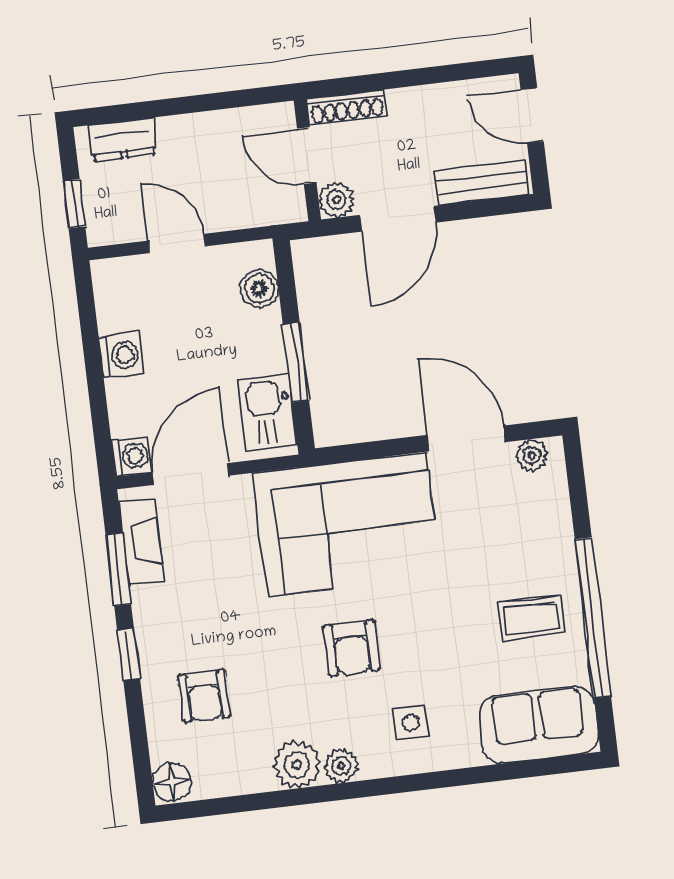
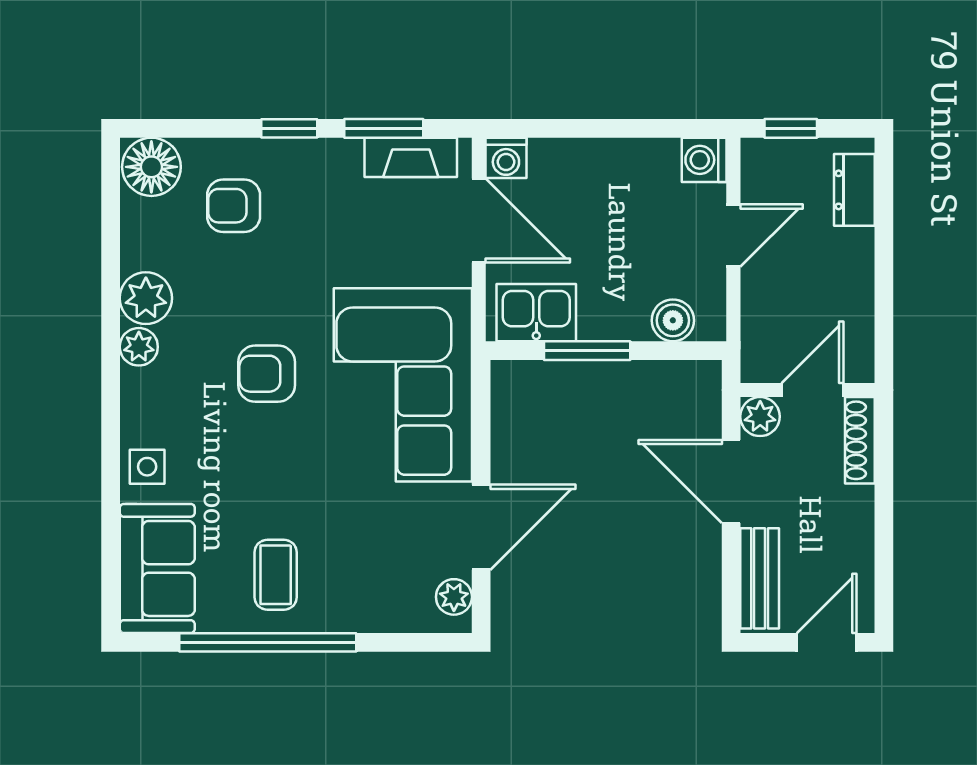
washing machine: (121, 355) -> (704, 160), moved, turned 90
side table: (410, 723) -> (147, 467), moved
floor lamp: (172, 782) -> (151, 167), width x1.38, depth x1.38

